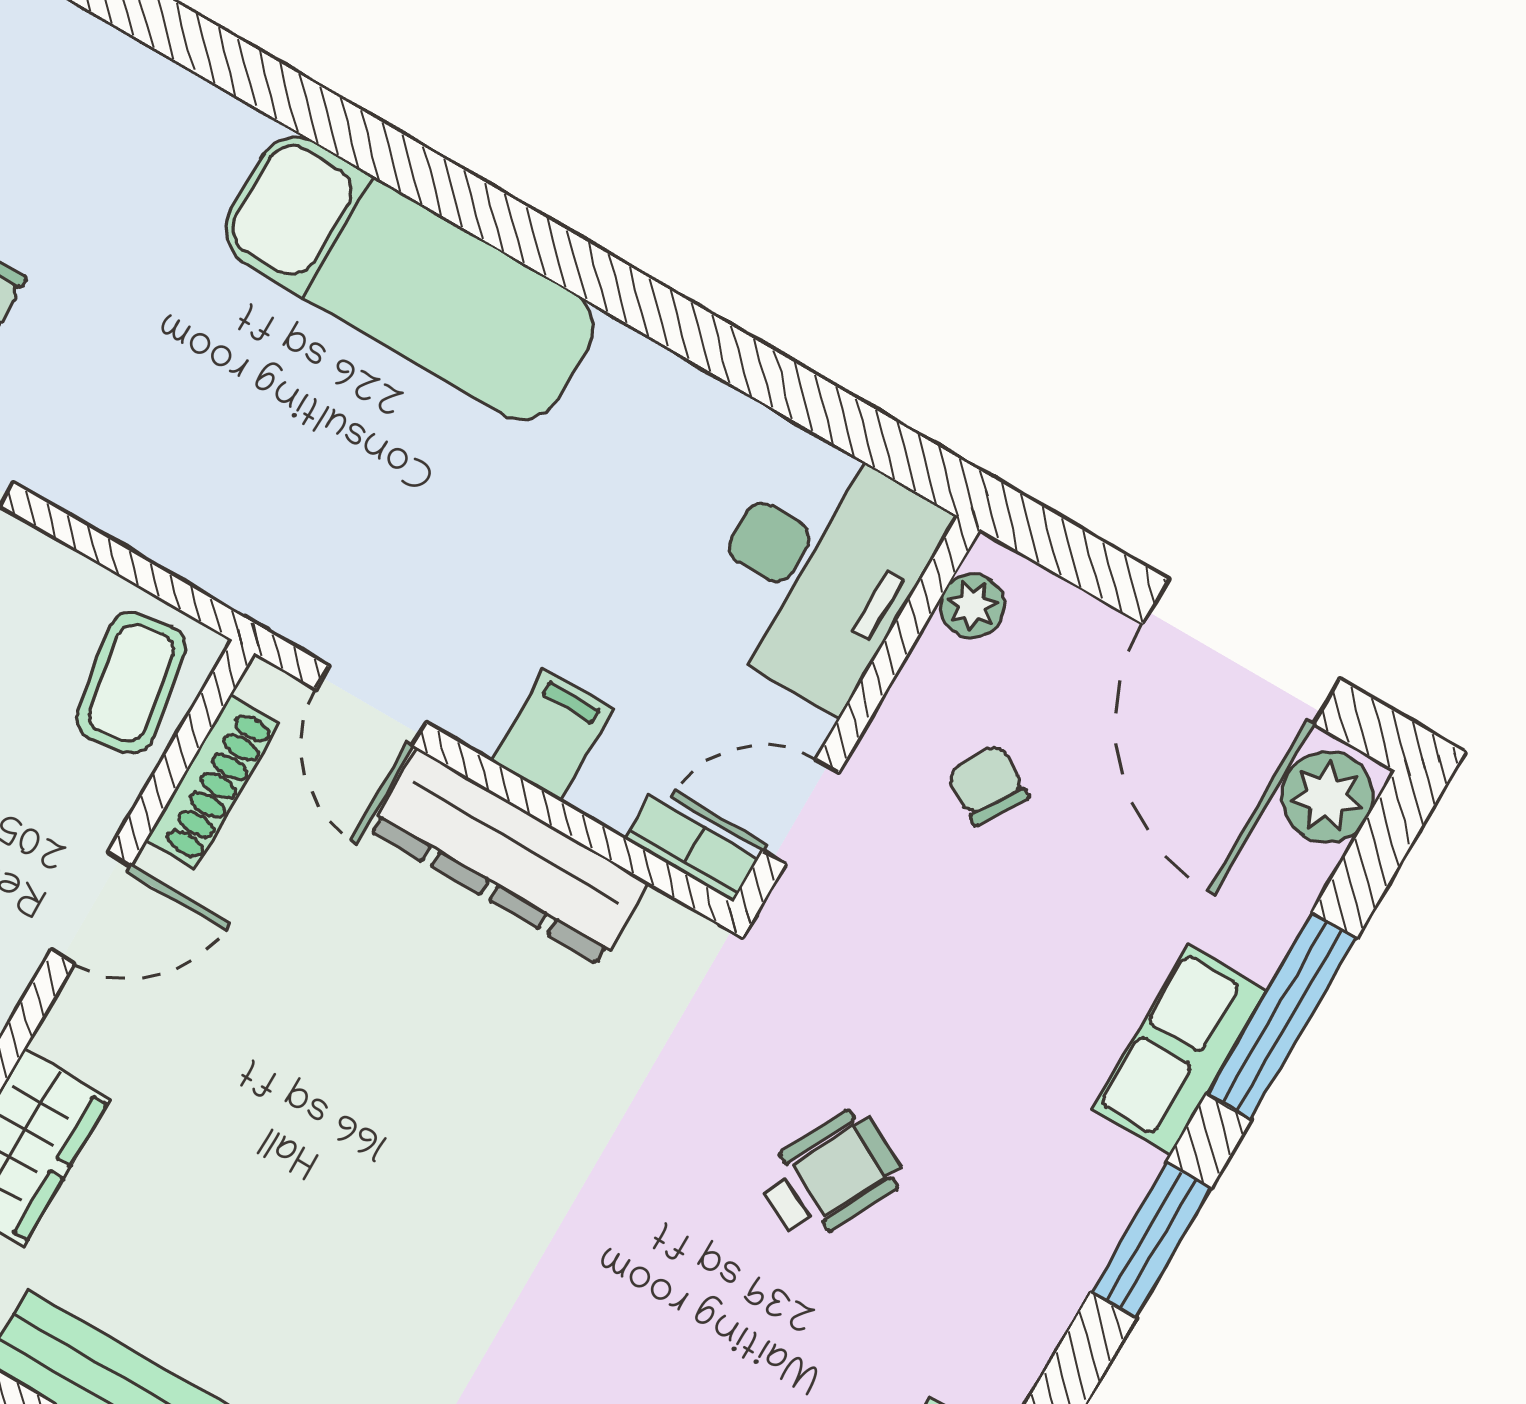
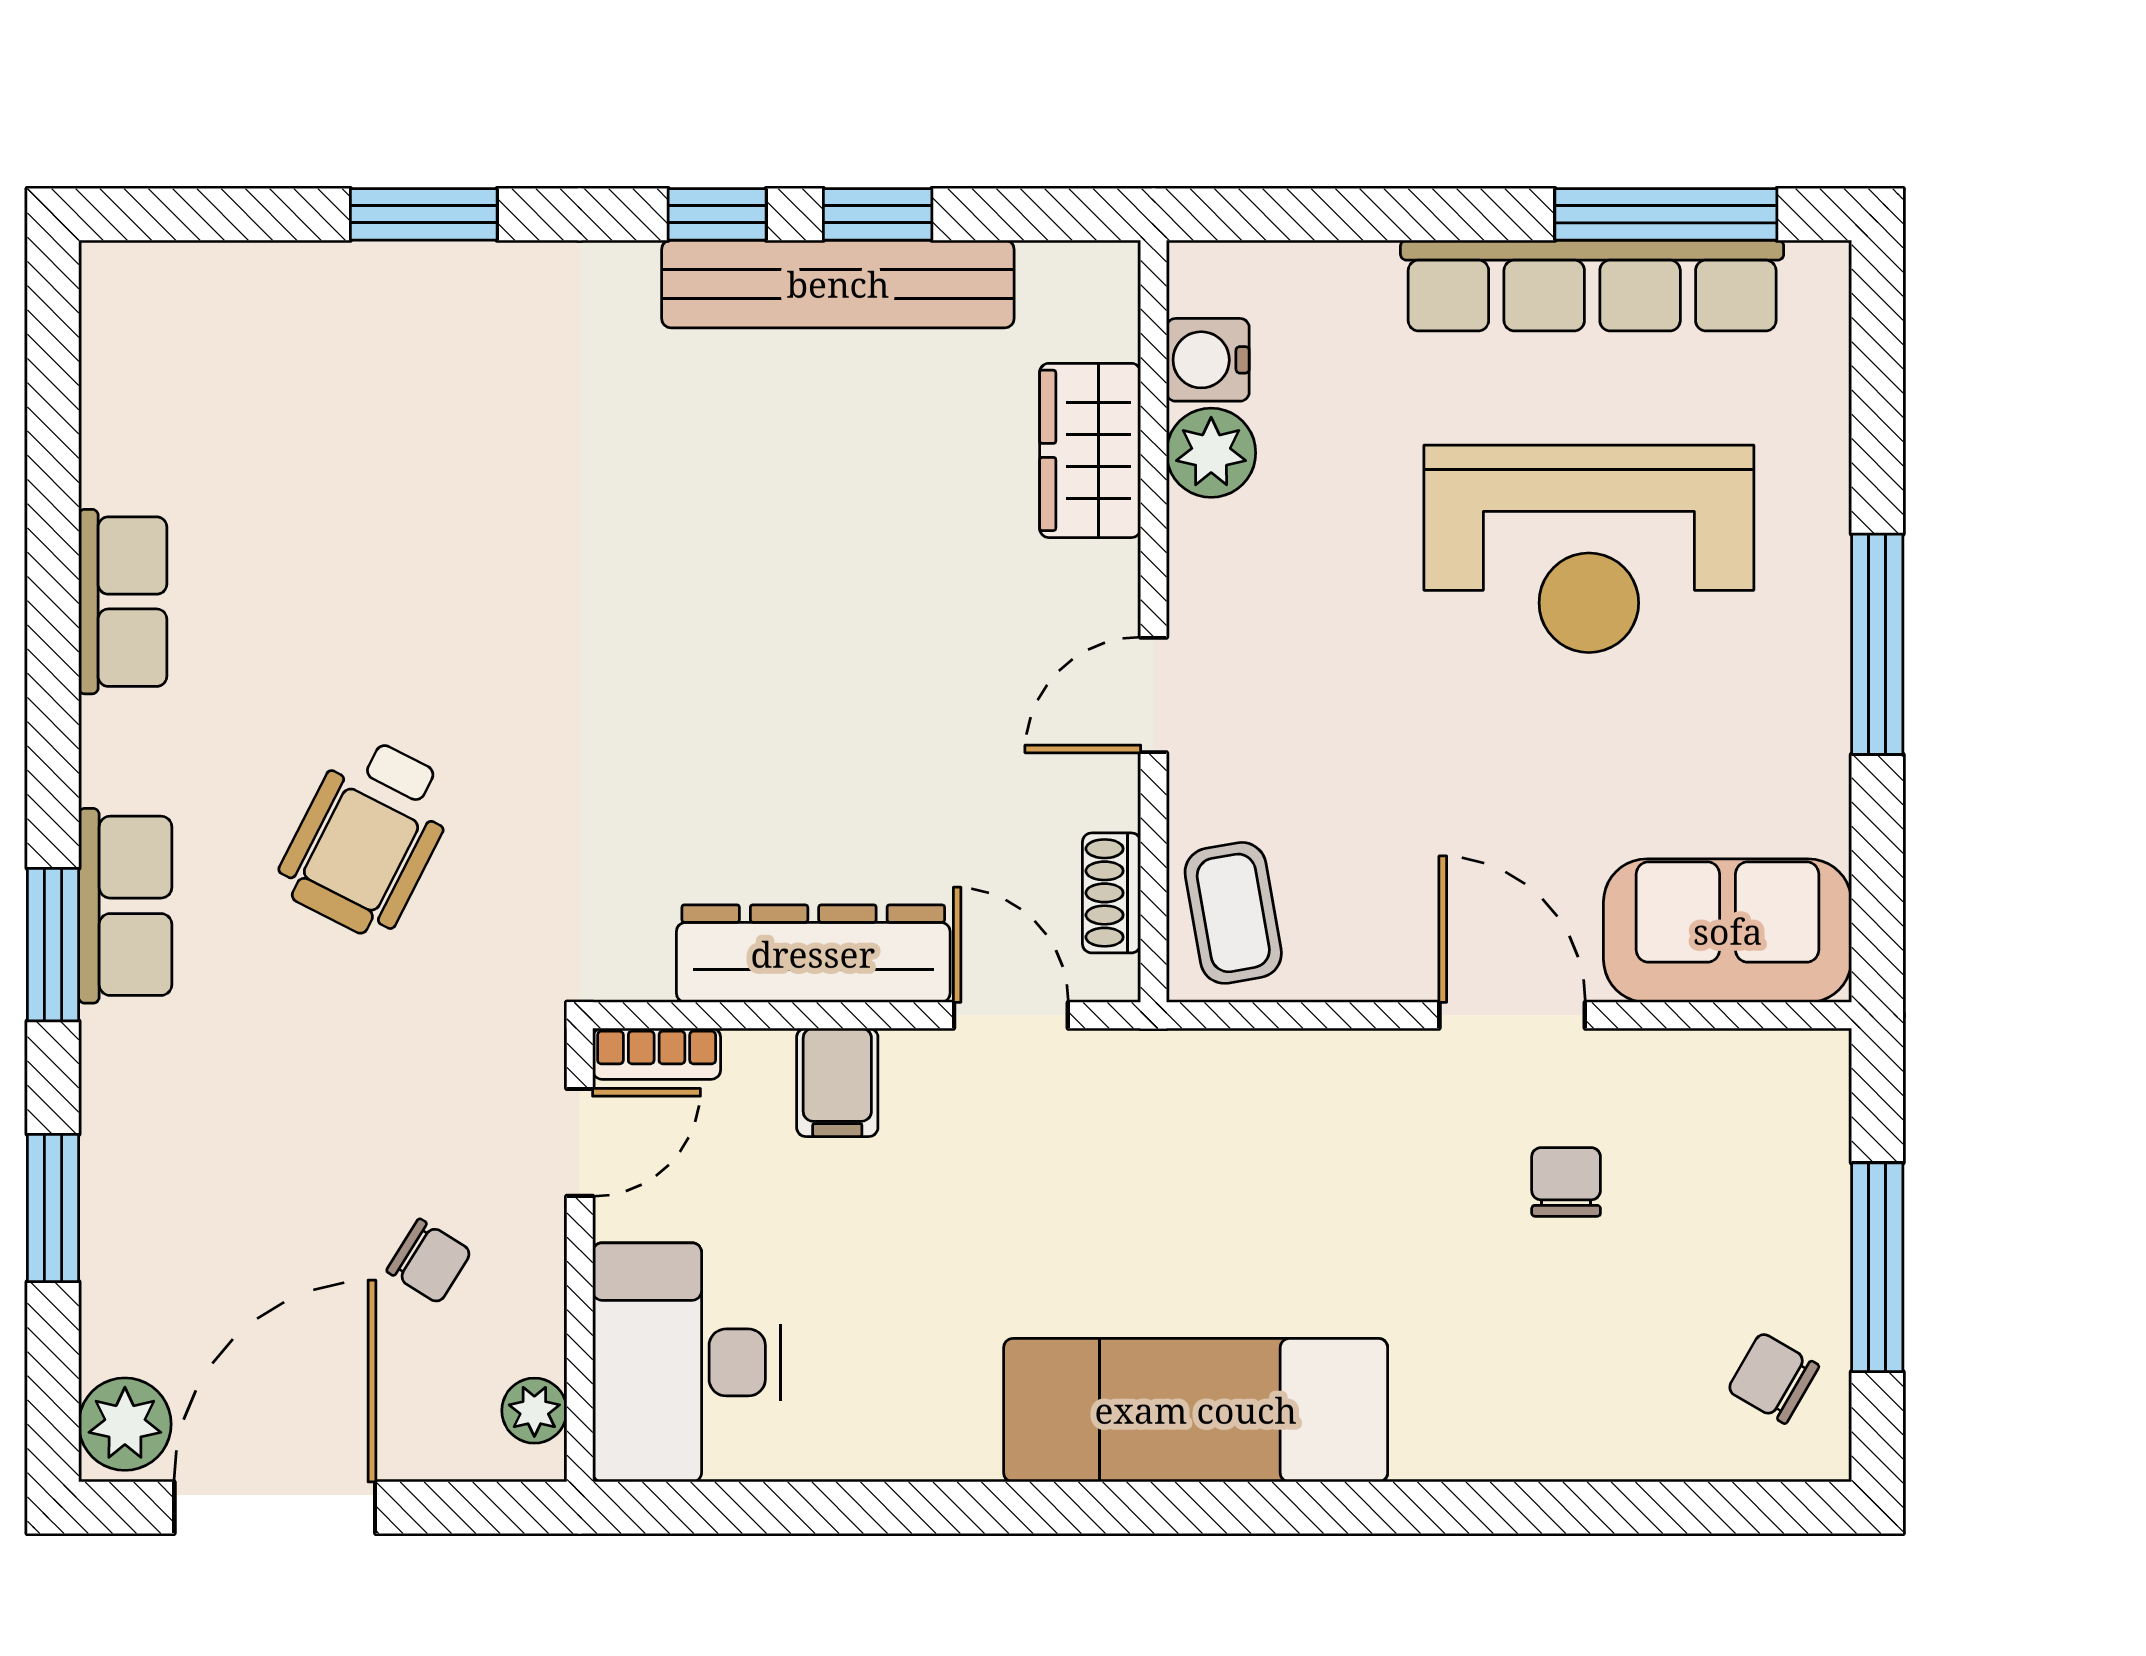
door: (1241, 651) -> (275, 1508), hinge flipped
shoe rack: (212, 782) -> (1112, 893), width x0.70
window: (1281, 1016) -> (53, 1208), width x0.69
row of seats: (1180, 1050) -> (125, 906), moved
wheelchair: (830, 1176) -> (367, 837), width x1.36, depth x1.37

